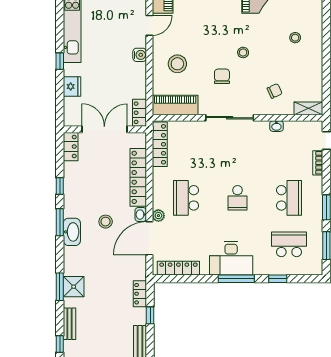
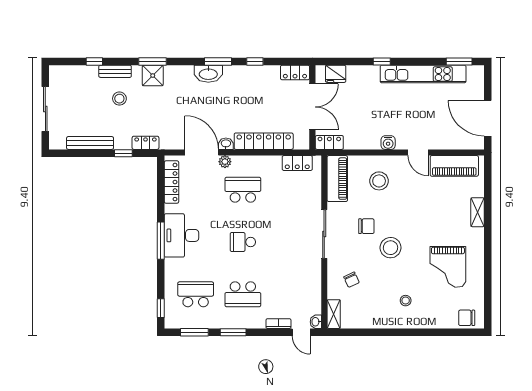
stool: (243, 52) -> (391, 248), width x1.89, depth x1.89
fridge: (72, 87) -> (336, 74), moved
washbasin: (276, 126) -> (316, 322), moved
locker: (160, 144) -> (297, 163), width x0.66
stool: (106, 222) -> (119, 99), moved
school desk: (289, 244) -> (196, 294), turned -90
window: (278, 279) -> (161, 308), moved

